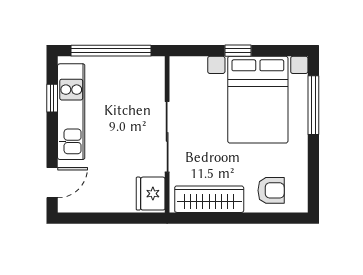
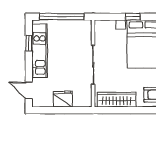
door: (52, 183) -> (29, 90), swing flipped
fridge: (151, 194) -> (63, 99), moved, turned 90

